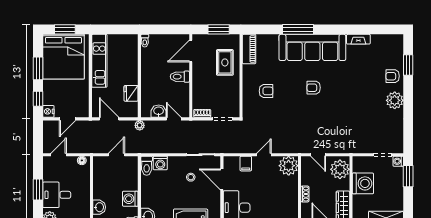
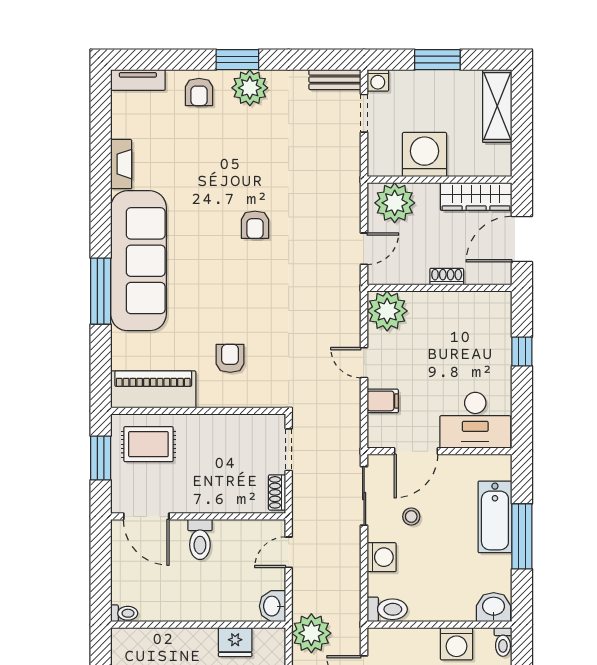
tv unit: (398, 47) -> (138, 80), added
piano: (249, 49) -> (153, 389), width x1.37, depth x1.33
rug: (225, 62) -> (148, 444), moved
window: (408, 65) -> (237, 60), moved
armchair: (314, 88) -> (255, 225), moved
washbasin: (159, 111) -> (273, 606), moved
plant: (140, 125) -> (311, 633), width x1.88, depth x1.88
bench: (399, 141) -> (335, 80), added
washing machine: (160, 163) -> (382, 557), moved
window: (408, 176) -> (437, 60), moved

